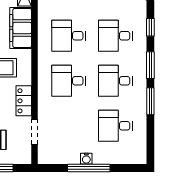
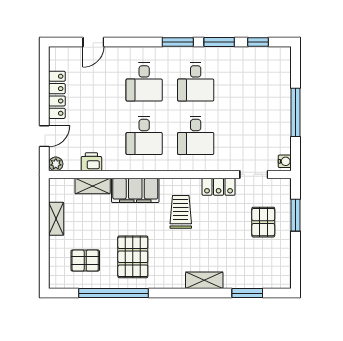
window: (150, 27) -> (258, 42), moved
desk: (115, 126) -> (247, 82), removed
water cooler: (86, 159) -> (285, 161), moved

